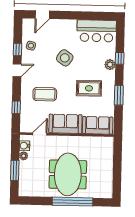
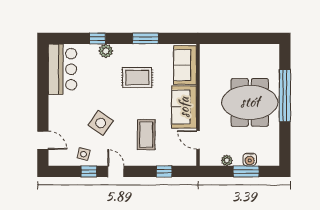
side table: (65, 58) -> (101, 123), moved
rug: (89, 88) -> (137, 77), turned 90
water cooler: (25, 146) -> (250, 159), moved

